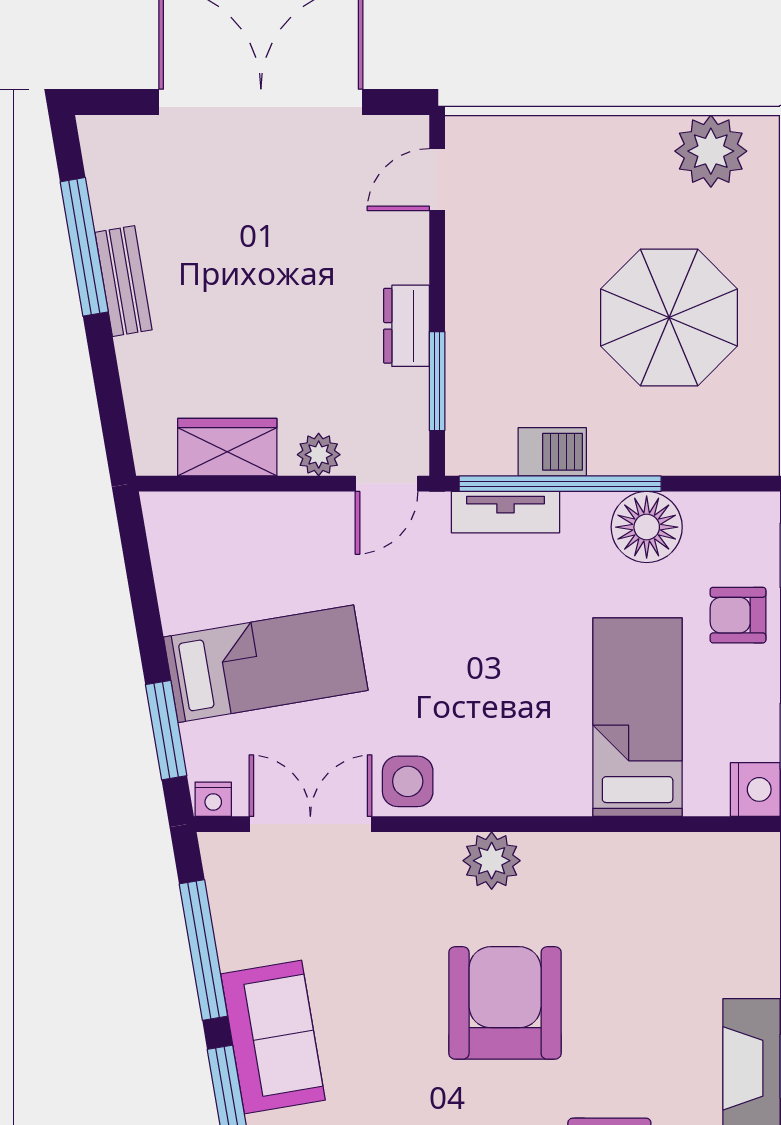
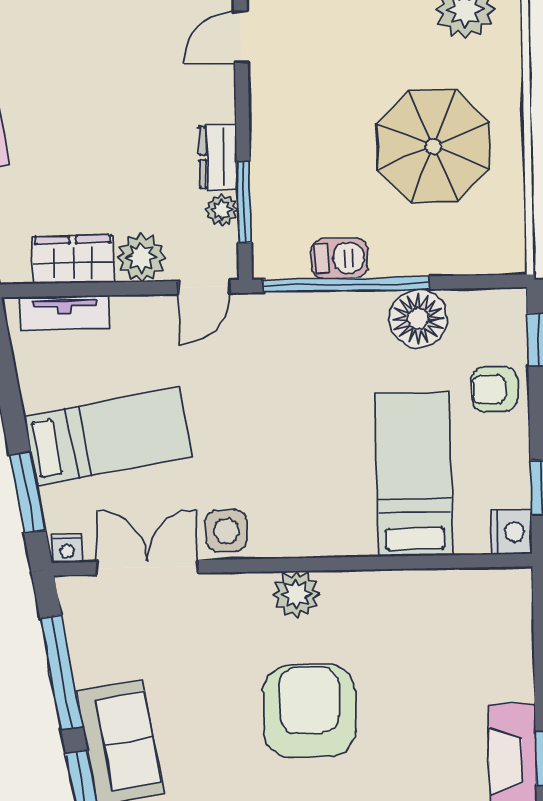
plant: (410, 390) -> (222, 210), added
plant: (319, 455) -> (141, 258), width x1.38, depth x1.38
tv unit: (505, 512) -> (65, 313), moved

